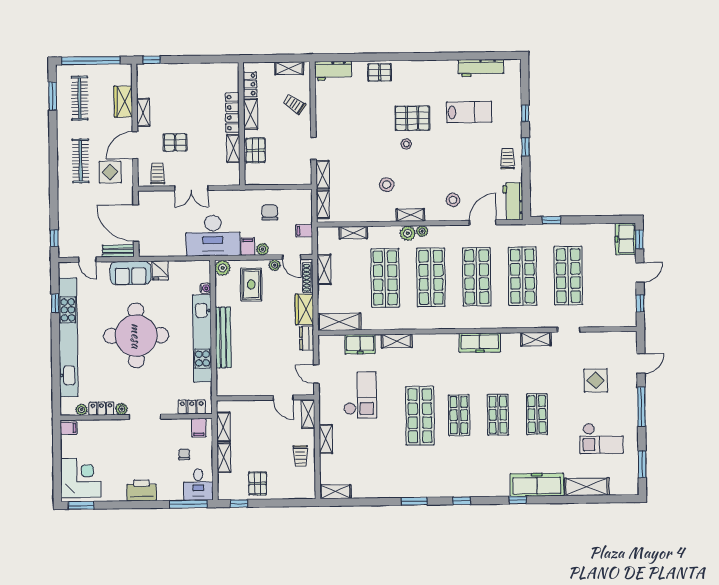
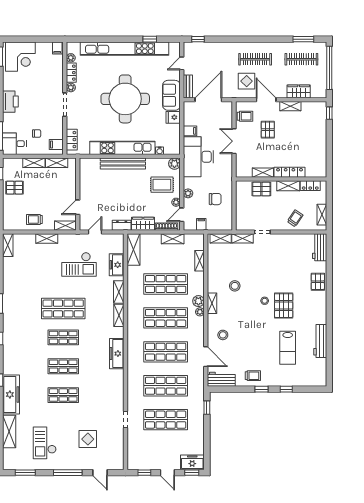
workbench: (481, 68) -> (320, 341), moved
filing cabinet: (248, 247) -> (190, 131), moved
shelving: (536, 339) -> (119, 315), moved

